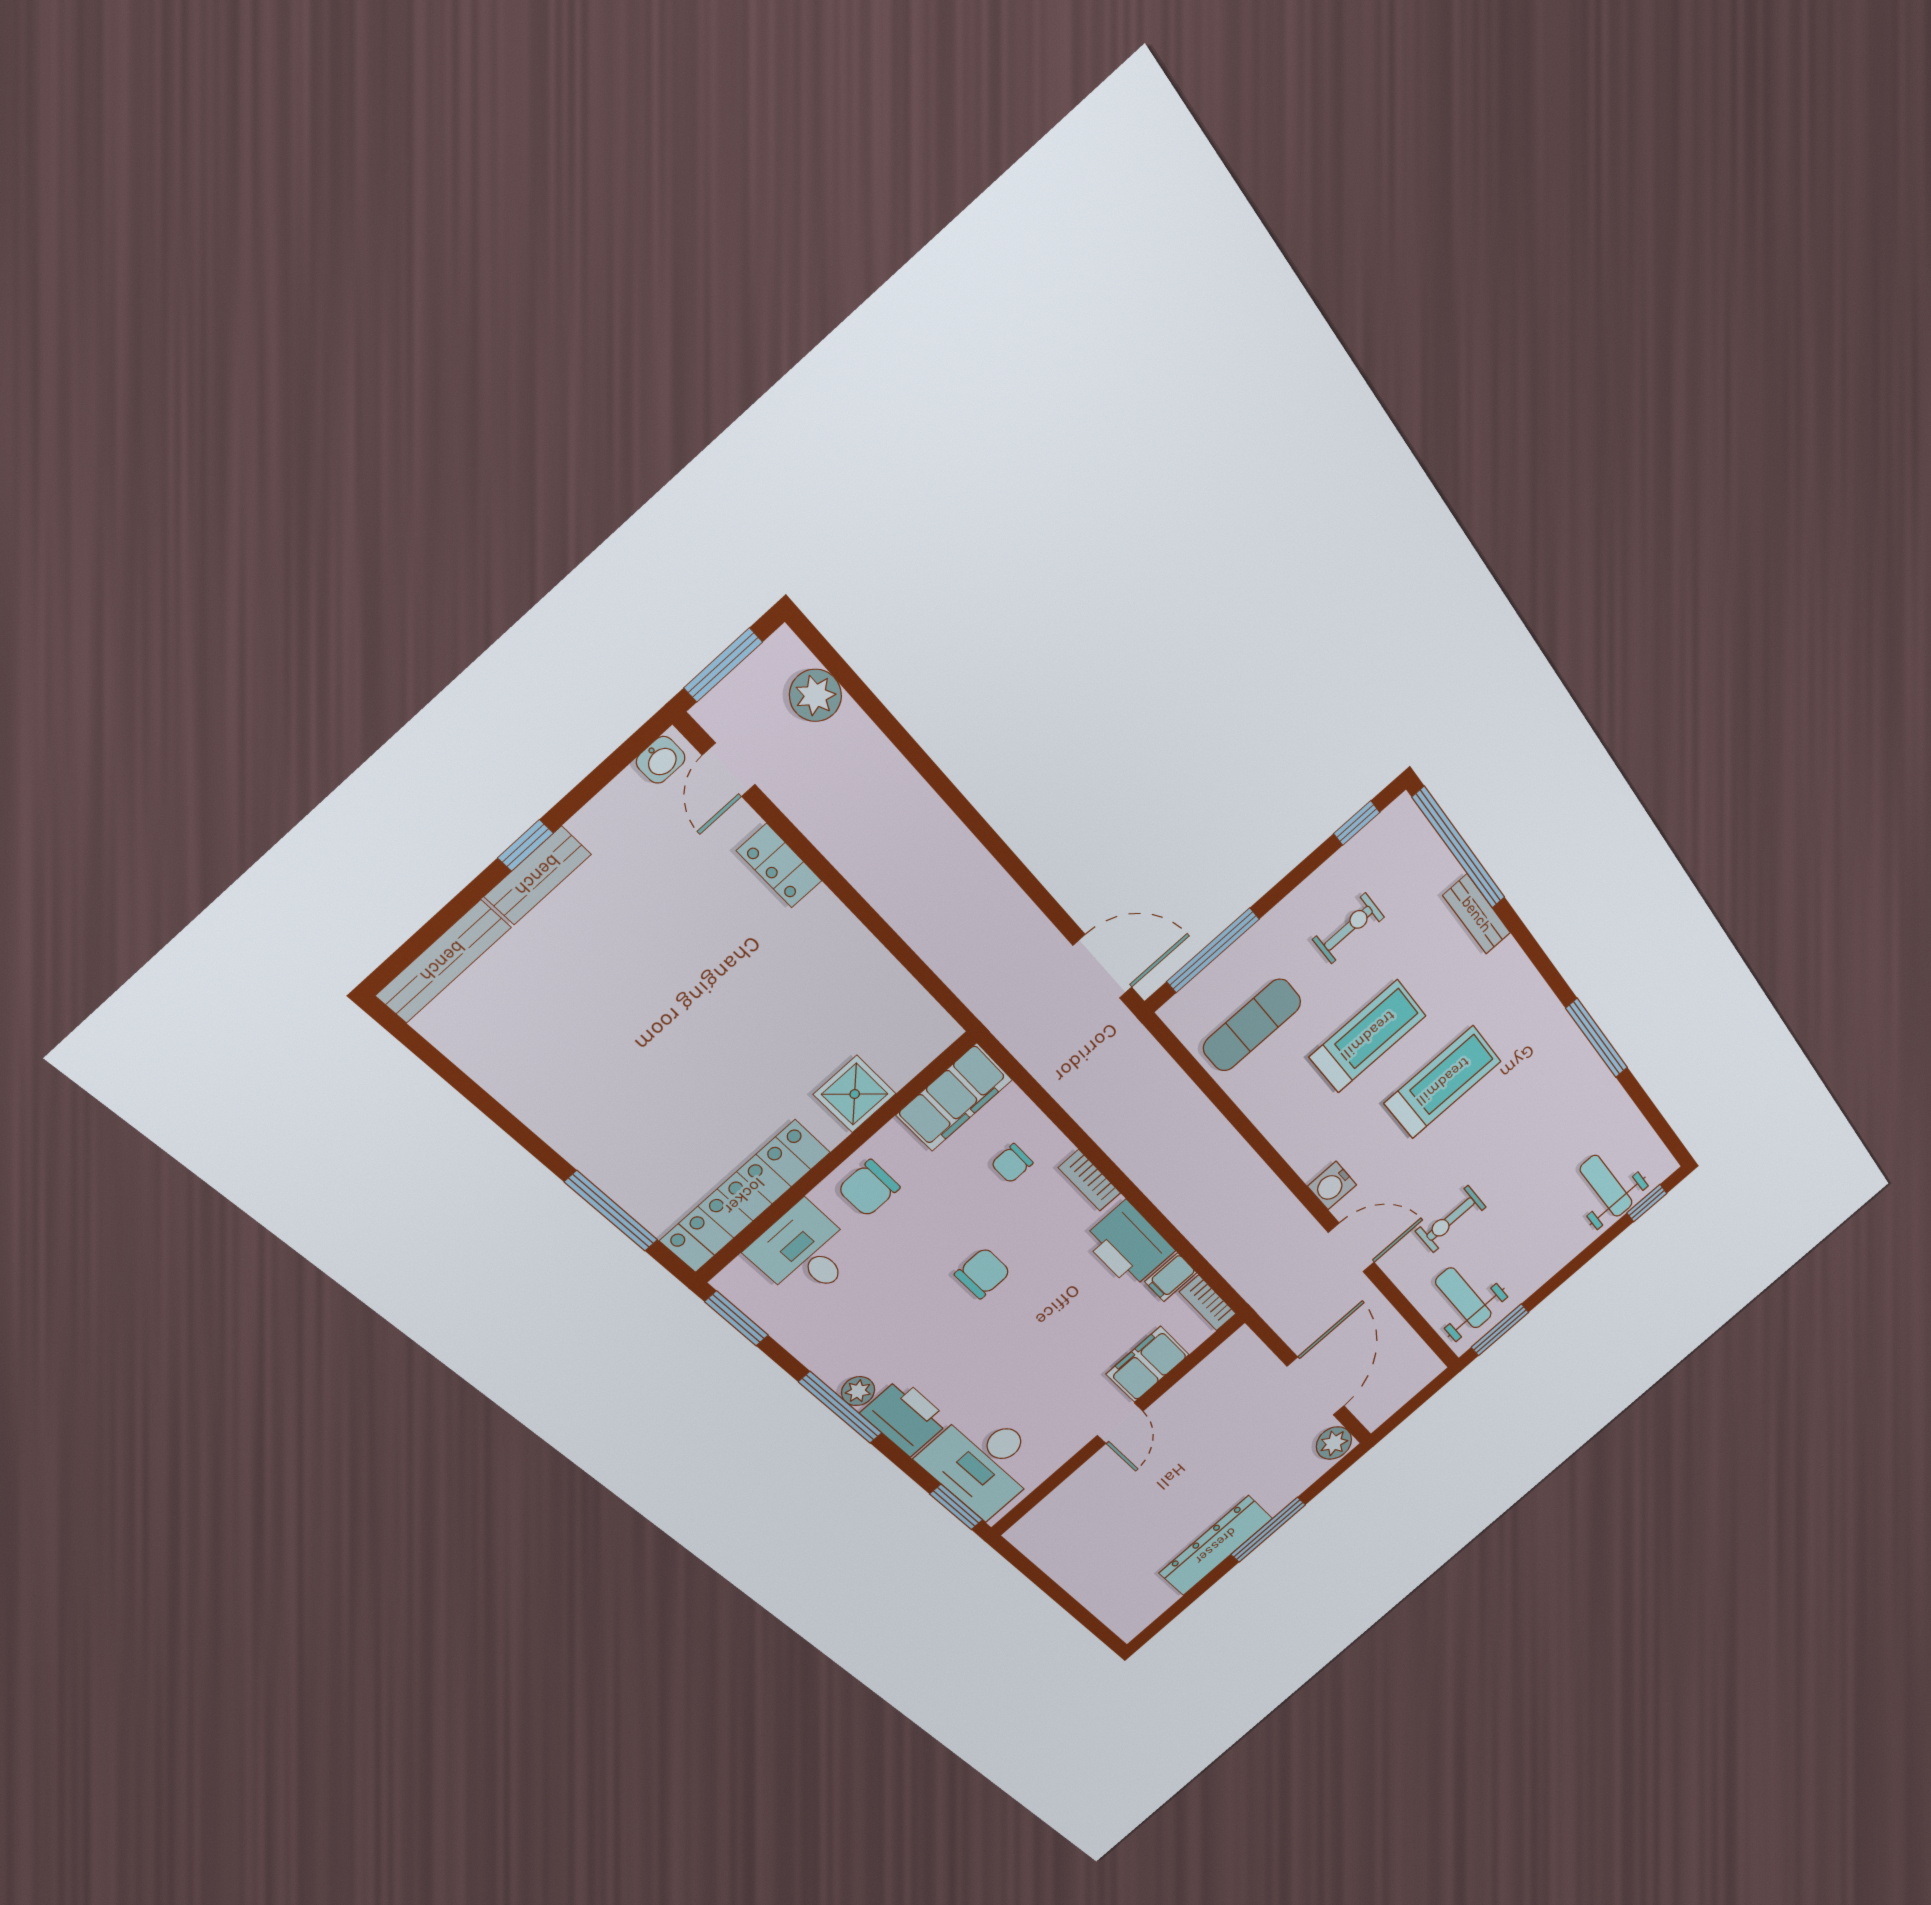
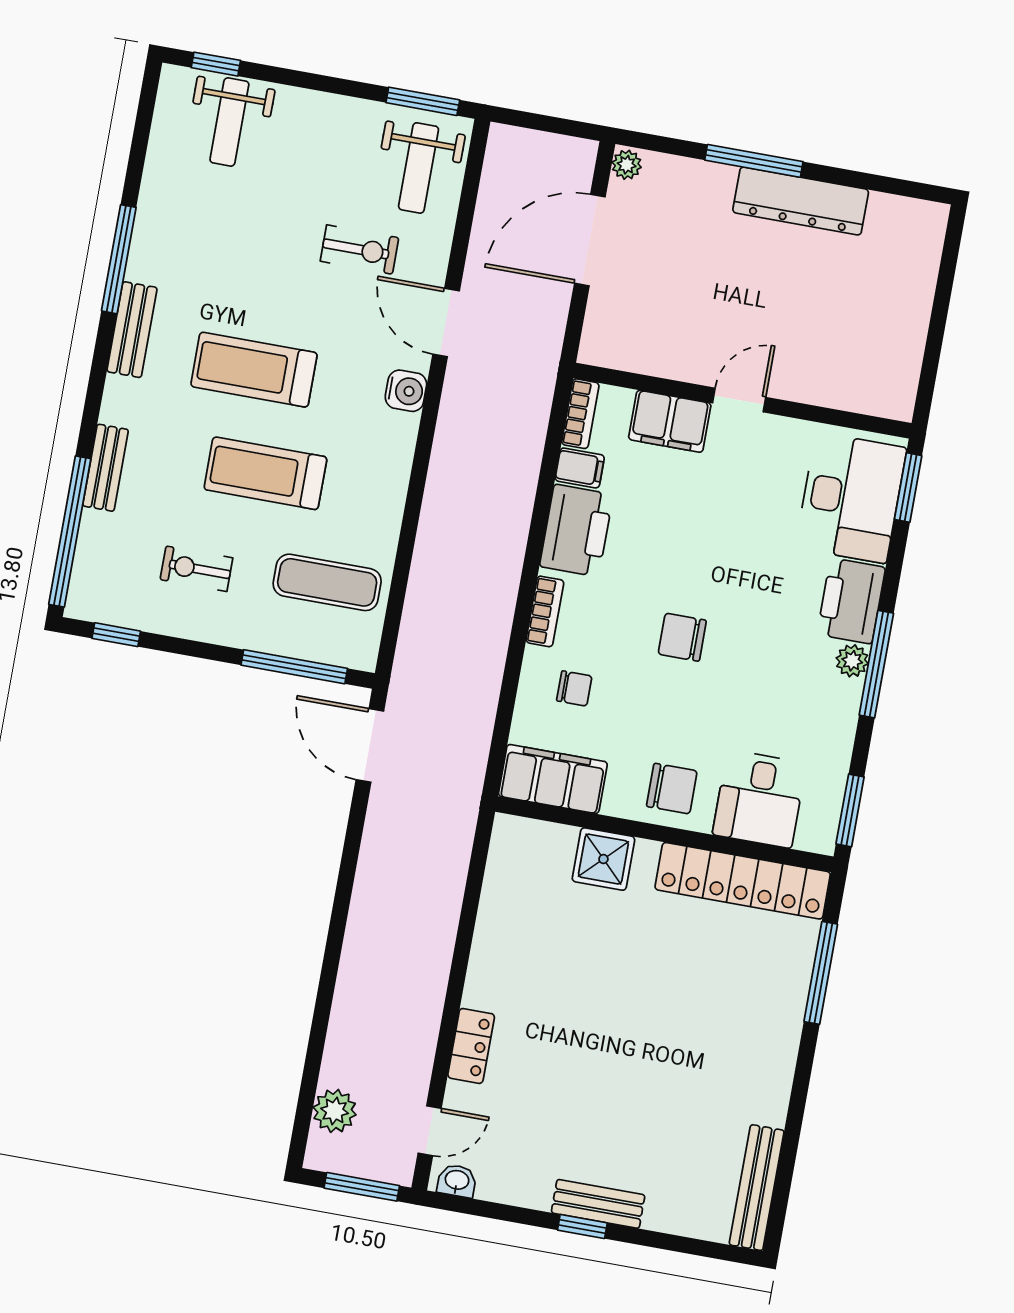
bench: (443, 962) -> (757, 1188), moved, turned 90
bench: (1546, 1011) -> (132, 330), added
plant: (1334, 1443) -> (627, 165), width x0.73, depth x0.73

